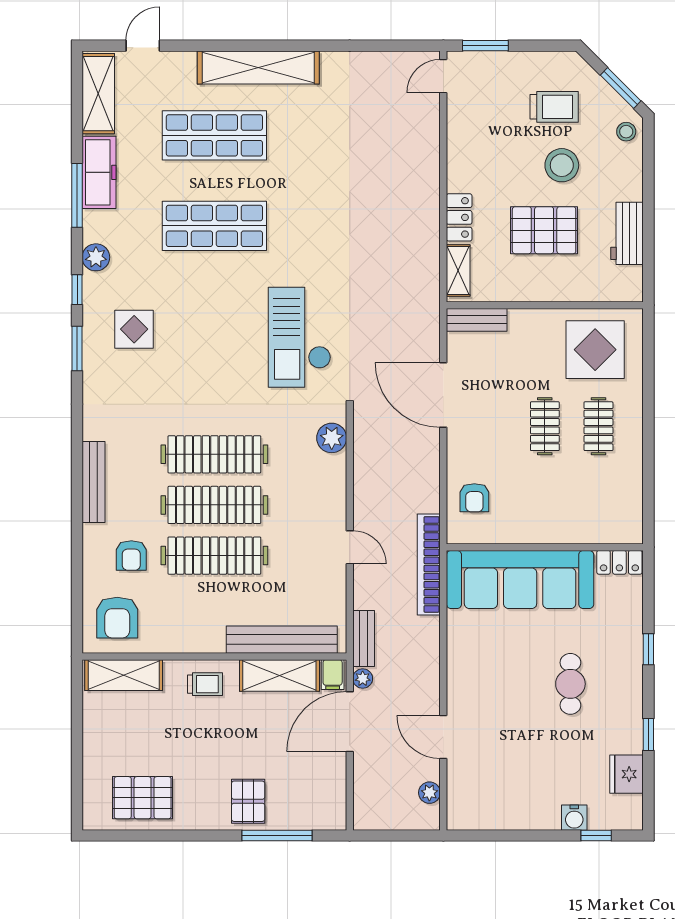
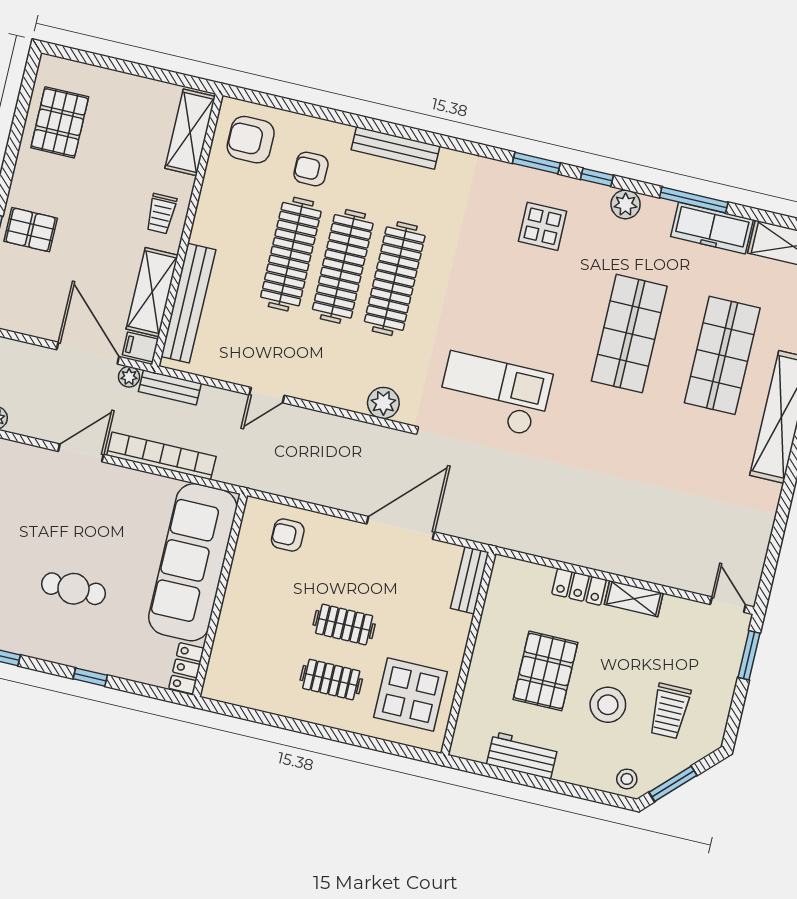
shelving: (458, 271) -> (634, 599), moved
bookcase: (429, 564) -> (161, 456), moved
door: (443, 737) -> (81, 453), moved

